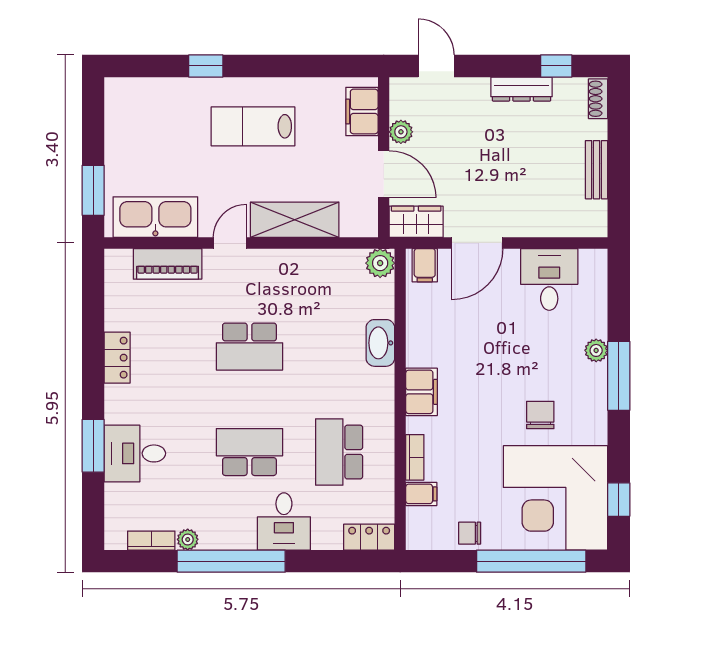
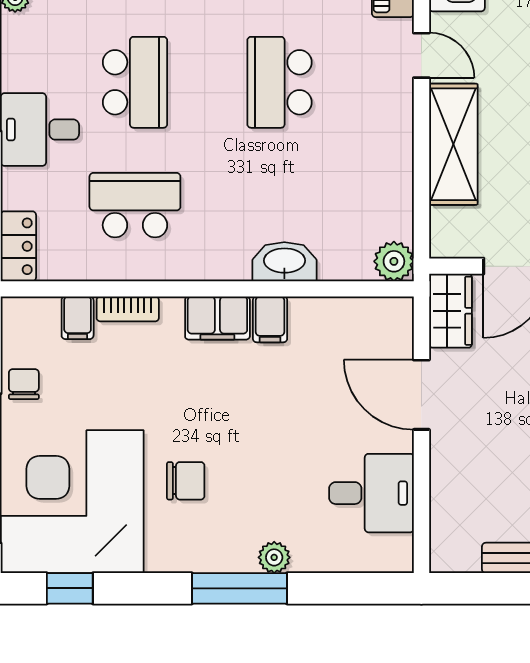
filing cabinet: (425, 265) -> (270, 319), moved, turned -90

